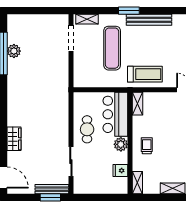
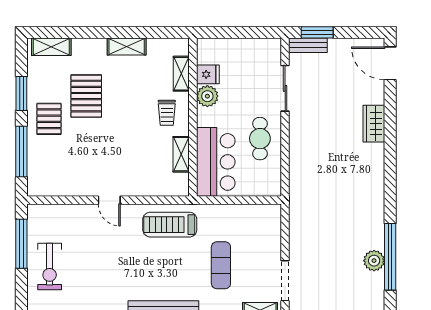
exercise mat: (112, 48) -> (221, 265), width x0.73, depth x0.69
shelving: (138, 104) -> (181, 154), moved
plant: (121, 144) -> (207, 96), moved
shelving: (137, 183) -> (181, 74), moved
bench: (52, 189) -> (308, 45), width x0.73

